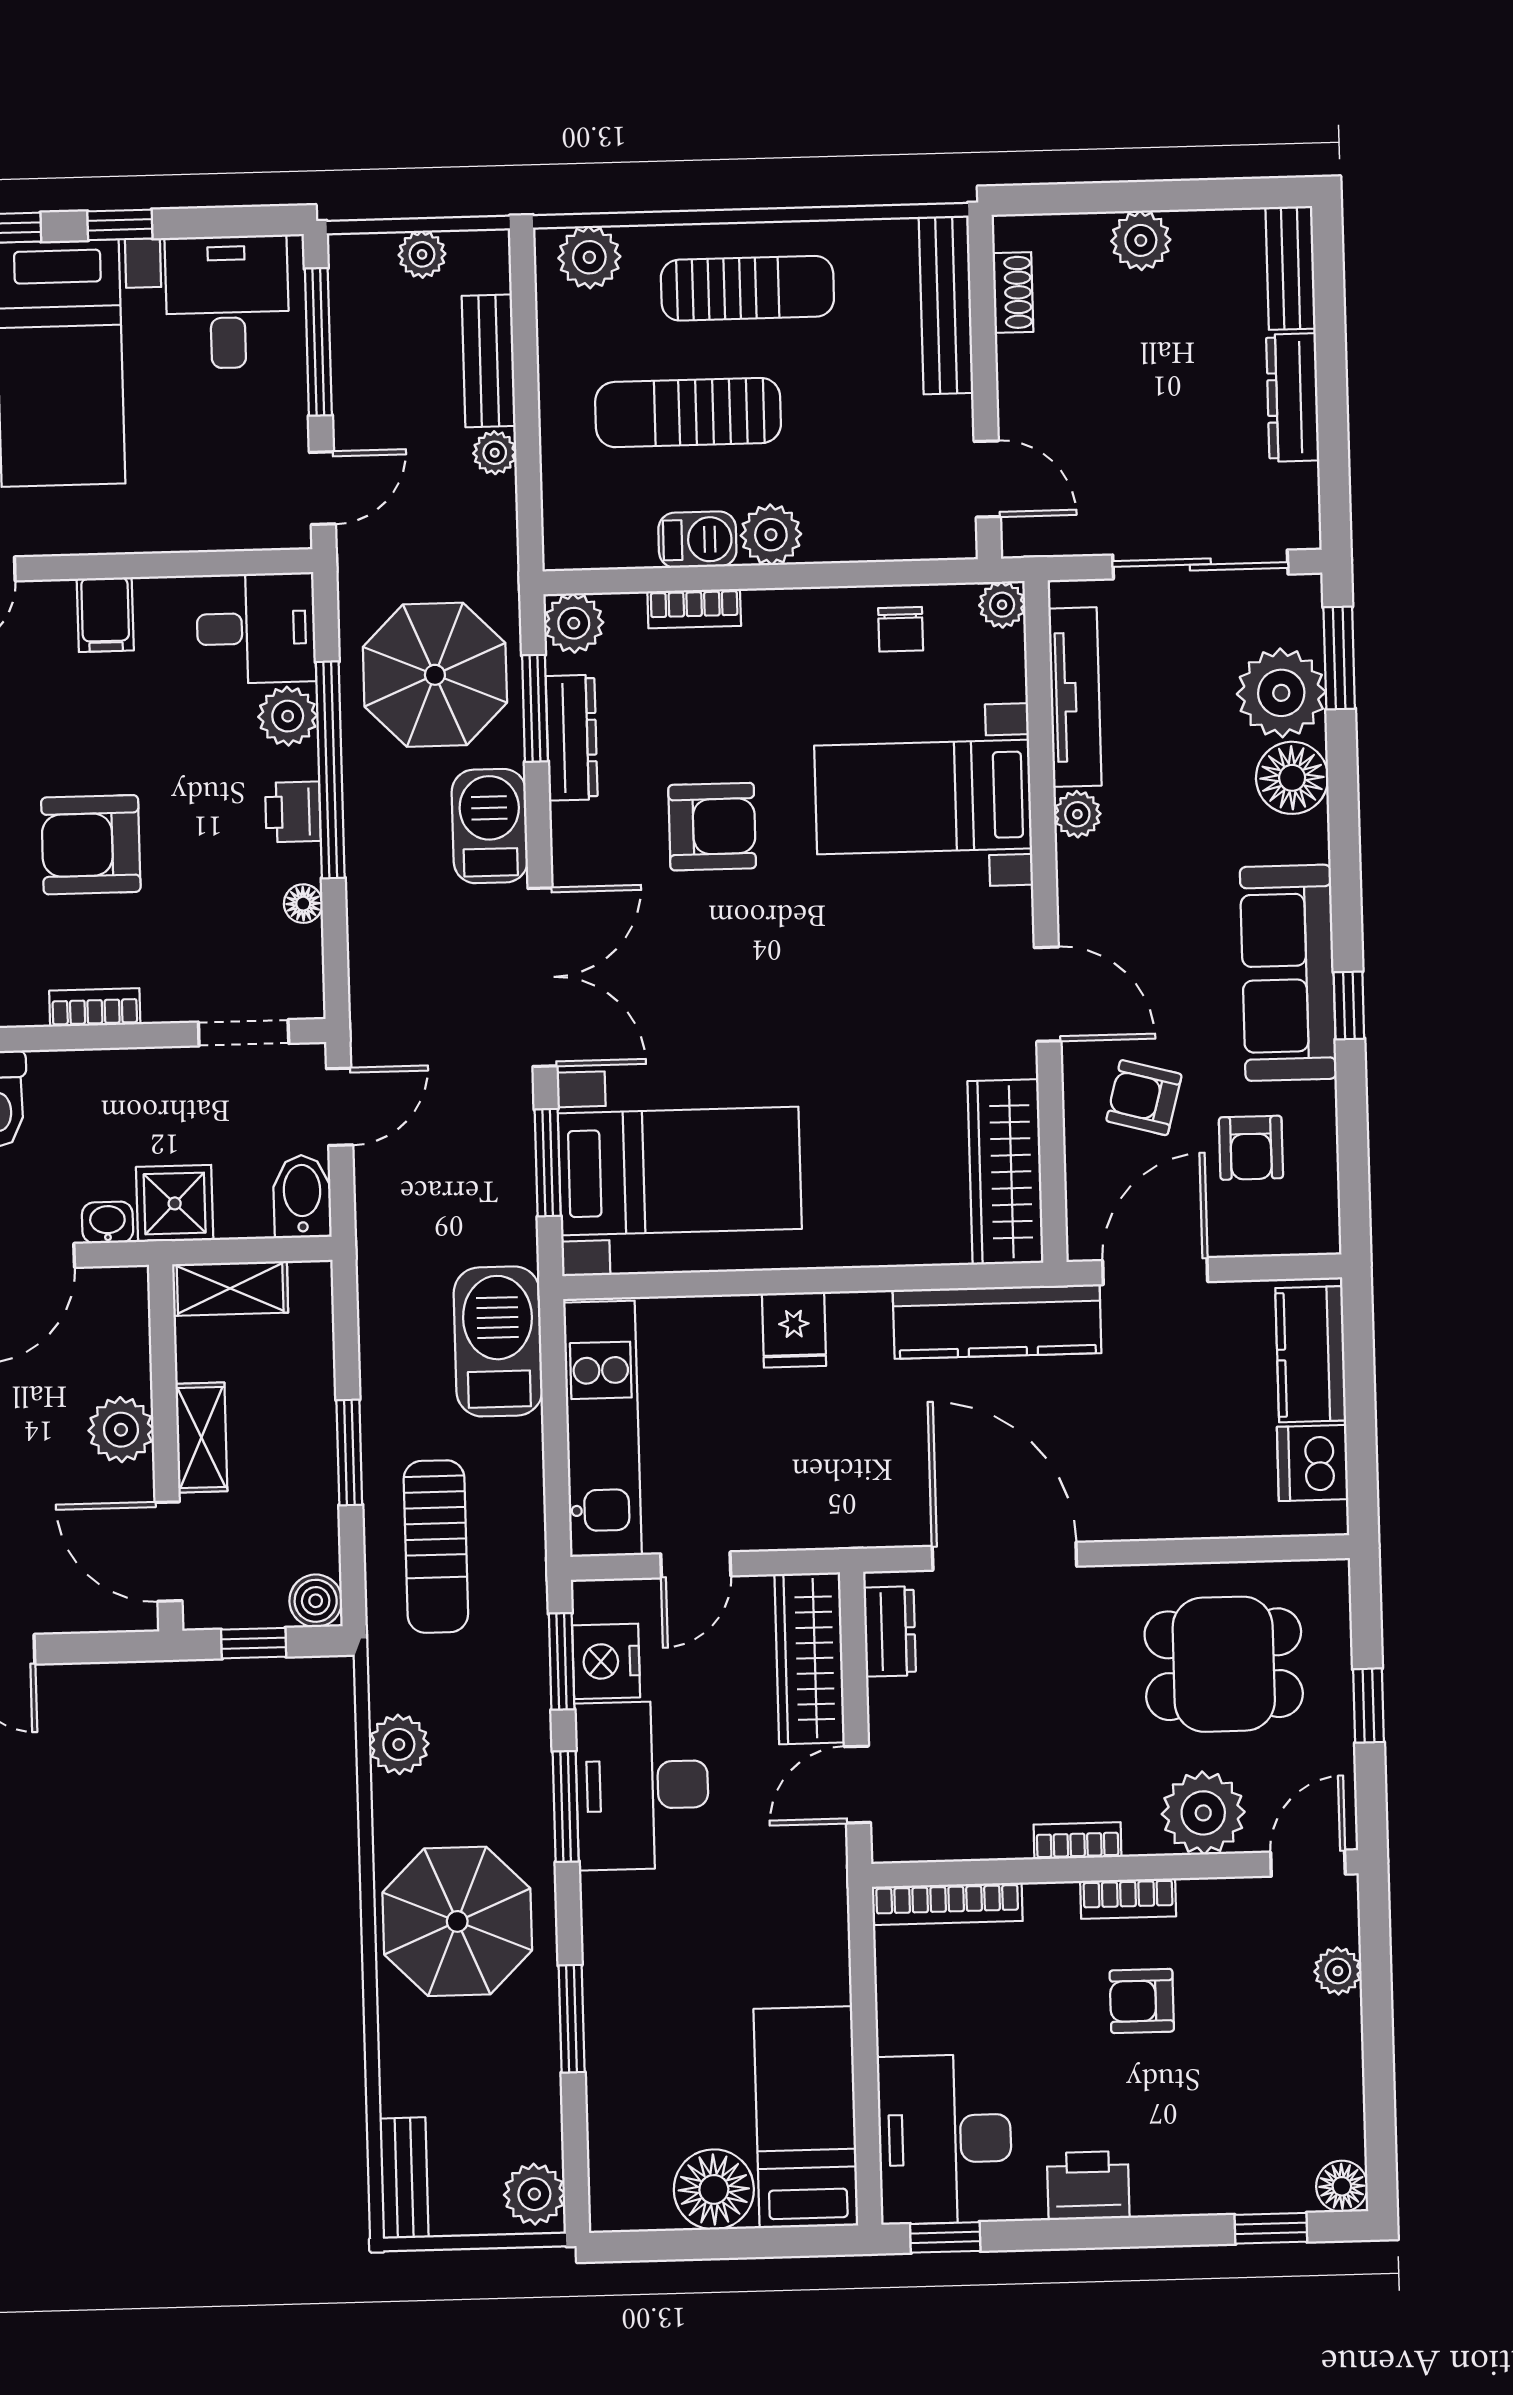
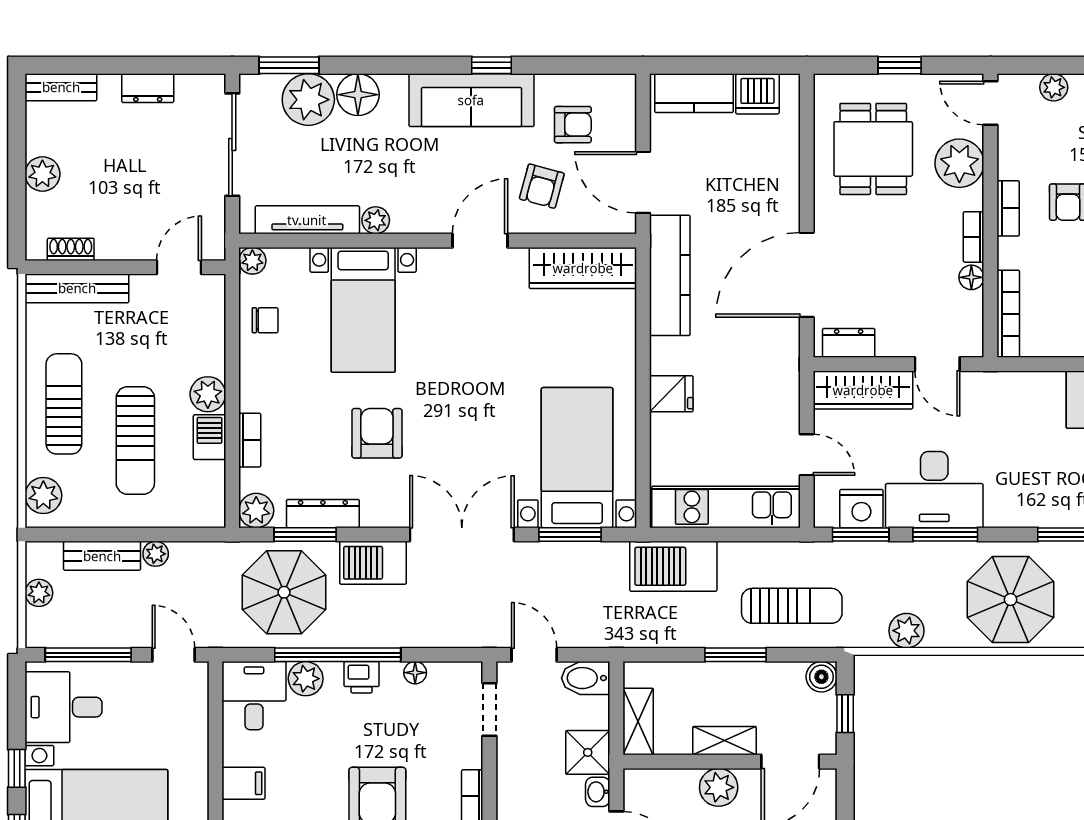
dresser: (1293, 397) -> (148, 88), width x0.70
floor lamp: (1008, 1839) -> (971, 277), added

